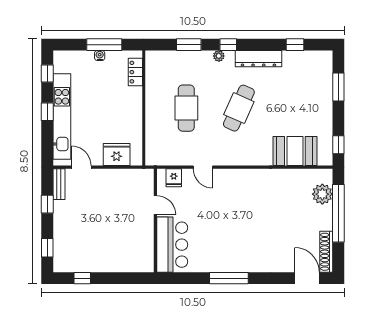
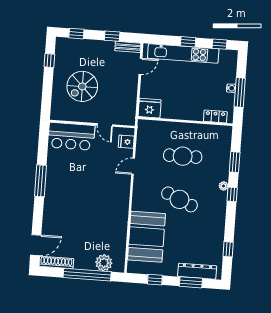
dresser: (258, 59) -> (197, 271), moved, turned 90
window: (338, 145) -> (155, 280), moved
booth: (295, 151) -> (146, 237), width x1.36, depth x1.42
fridge: (117, 154) -> (150, 108), moved, turned -90
door: (155, 205) -> (105, 125), hinge flipped
spiral stairs: (111, 236) -> (82, 86), added

